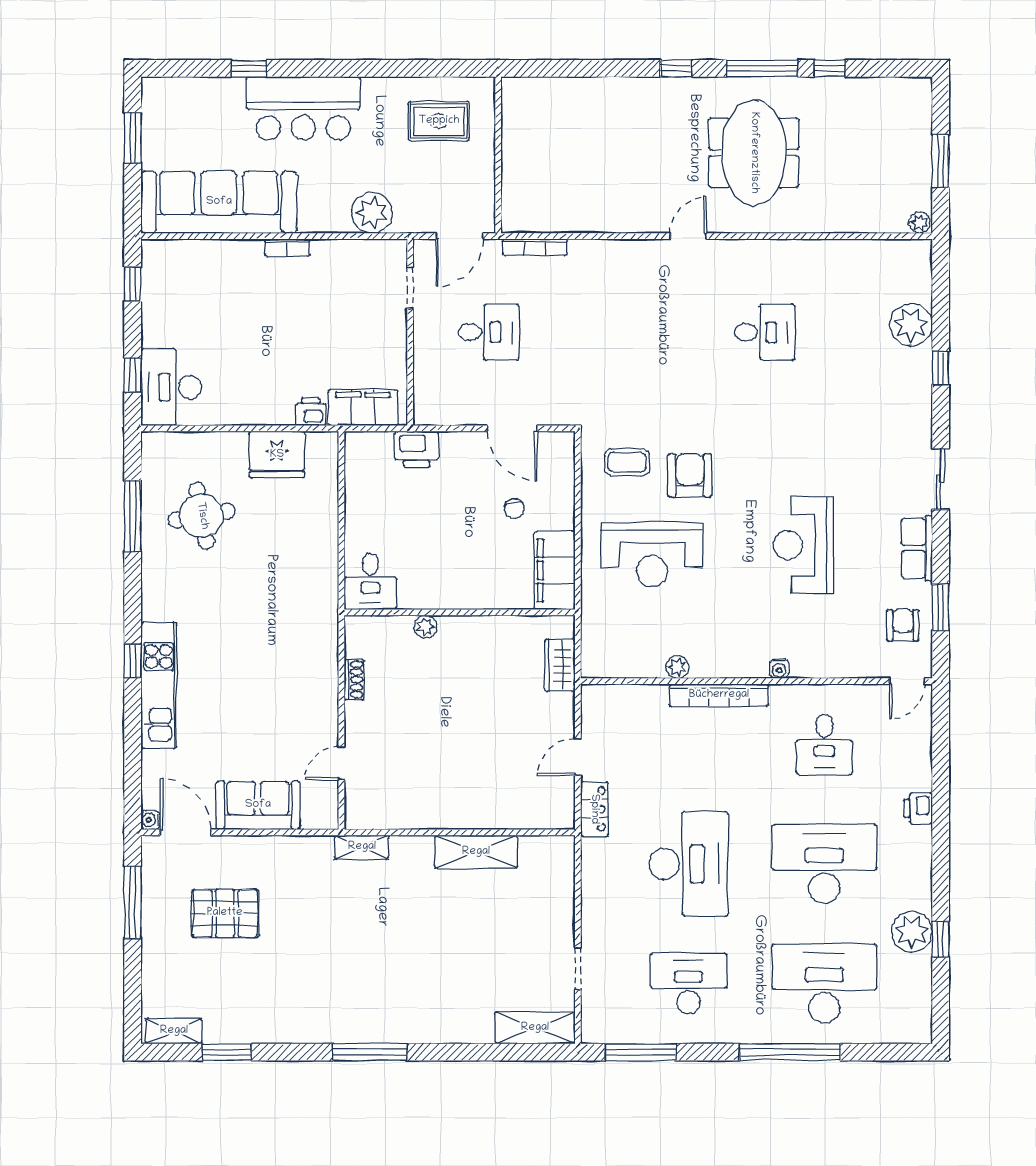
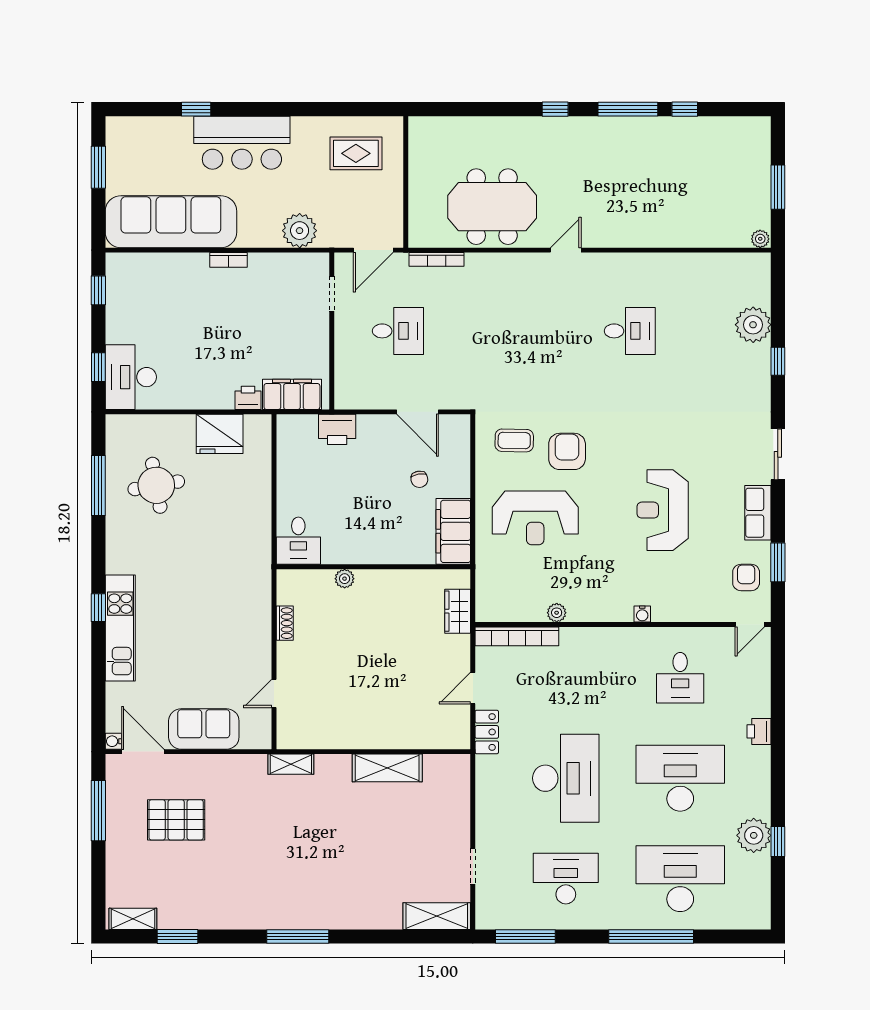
meeting table: (754, 153) -> (492, 207), moved, turned 90
bookcase: (719, 695) -> (517, 636), moved

